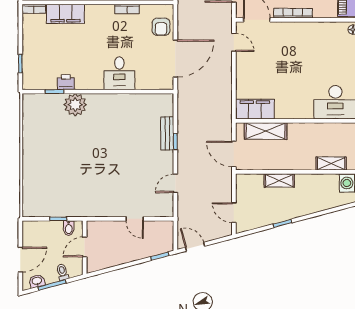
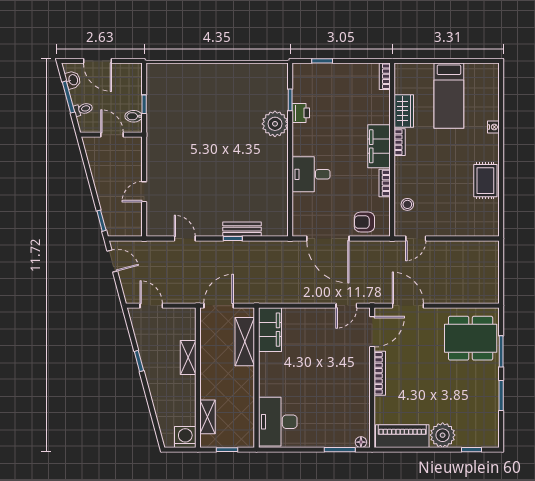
filing cabinet: (65, 14) -> (379, 146), moved
door: (234, 213) -> (151, 306), hinge flipped
door: (195, 247) -> (112, 261), hinge flipped

